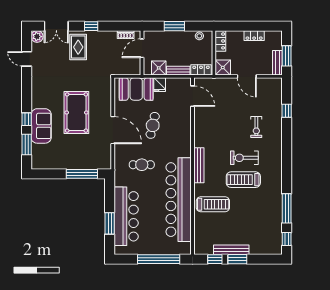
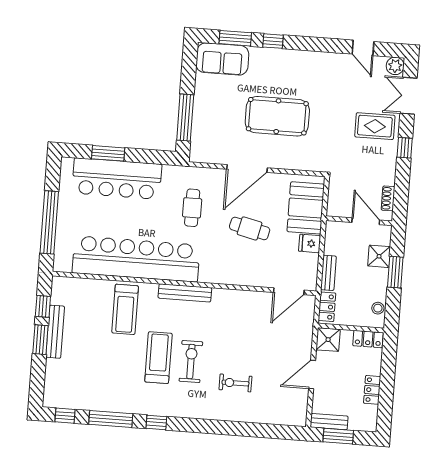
door: (27, 59) -> (363, 48), swing flipped
shower: (159, 68) -> (379, 256), moved
window: (287, 111) -> (156, 422), moved
sofa: (41, 126) -> (222, 59), moved

